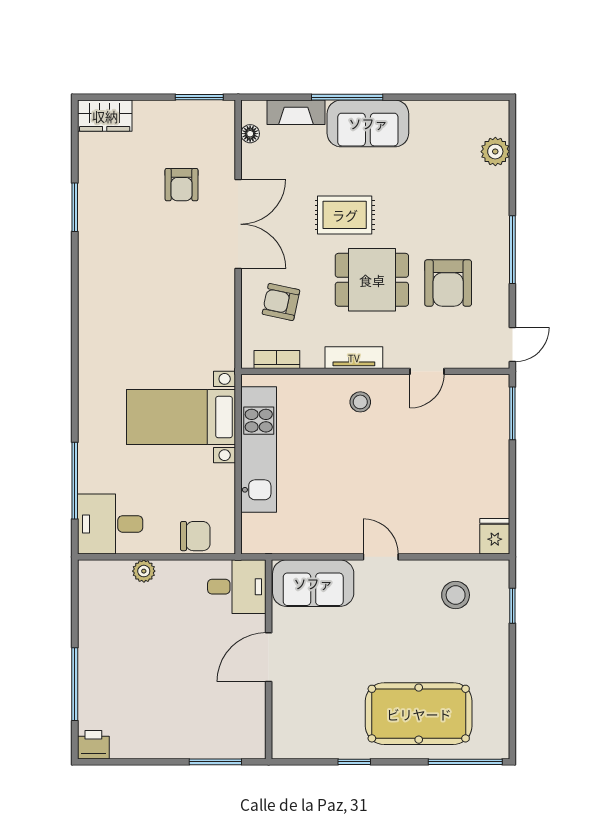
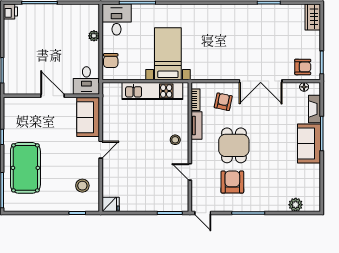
armchair: (182, 185) -> (303, 67), moved, turned 180
rug: (345, 215) -> (265, 132), removed
armchair: (448, 283) -> (232, 182), turned 90
tv unit: (354, 358) -> (196, 126), moved

